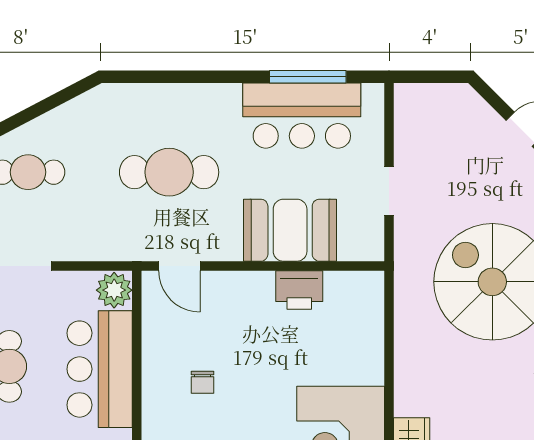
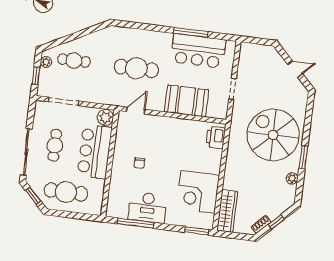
window: (308, 77) -> (191, 32), moved
door: (179, 266) -> (136, 110), swing flipped
printer: (299, 290) -> (216, 137), moved, turned 90

